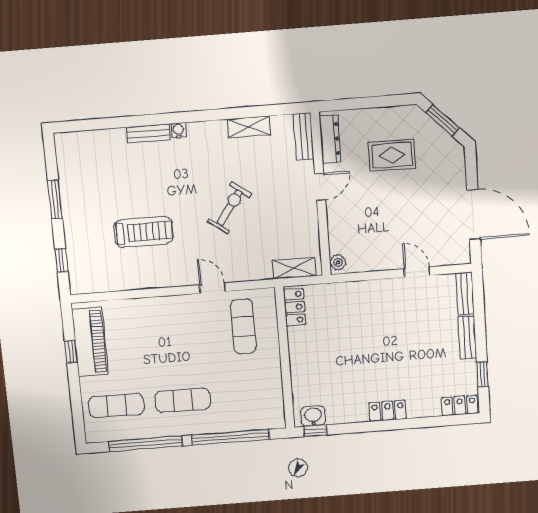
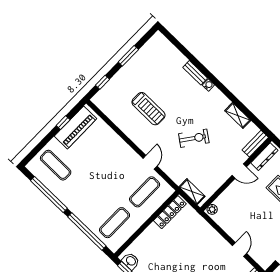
locker: (295, 307) -> (170, 212), width x1.53
exercise mat: (183, 400) -> (115, 223), moved, turned 90

